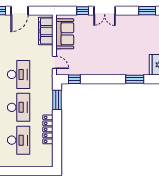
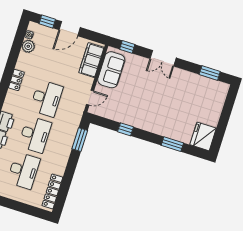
window: (83, 11) -> (127, 47), moved
door: (54, 62) -> (90, 98), hinge flipped
window: (74, 79) -> (125, 129), moved
locker: (48, 129) -> (52, 191), moved

